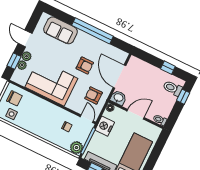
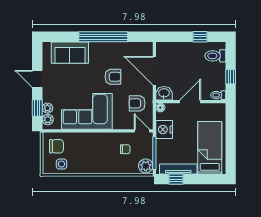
plant: (27, 56) -> (48, 120), moved
window: (183, 97) -> (231, 77), moved

